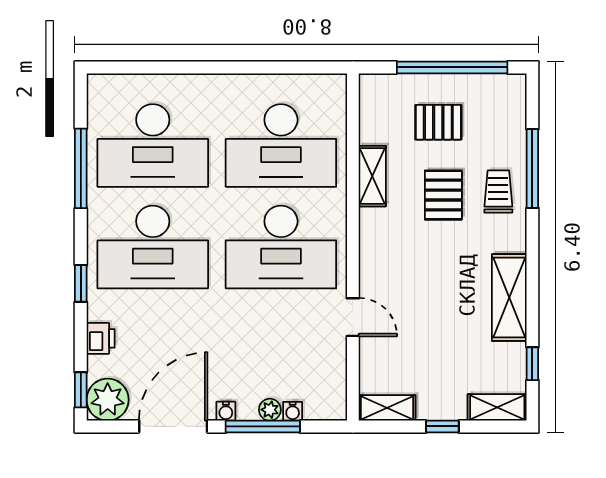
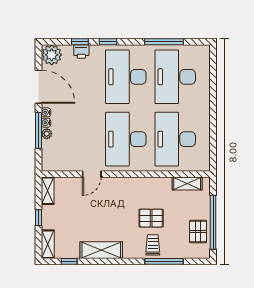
pallet: (438, 122) -> (198, 231), moved
shelving: (372, 176) -> (187, 184), moved
trolley: (498, 191) -> (153, 245), turned -90
window: (81, 390) -> (80, 42), moved
water cooler: (293, 411) -> (46, 123), moved

